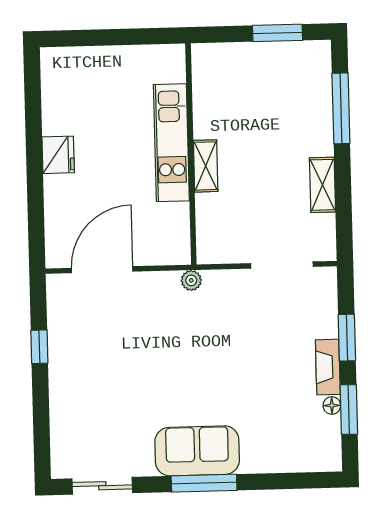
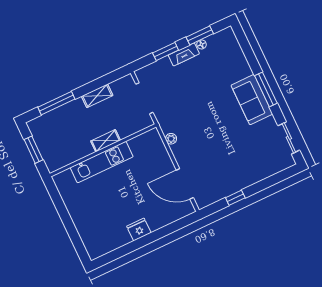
kitchen unit: (171, 143) -> (102, 162), moved
wall: (191, 154) -> (103, 150), moved
shelving: (206, 166) -> (106, 141), moved

